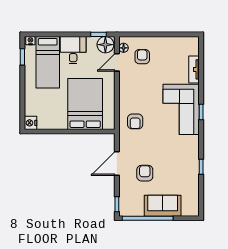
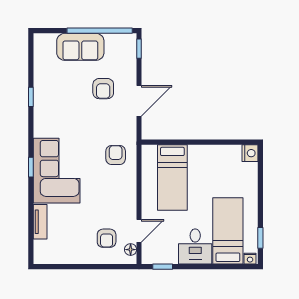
floor lamp: (105, 45) -> (154, 254), removed
bed: (85, 104) -> (172, 177), width x0.67

